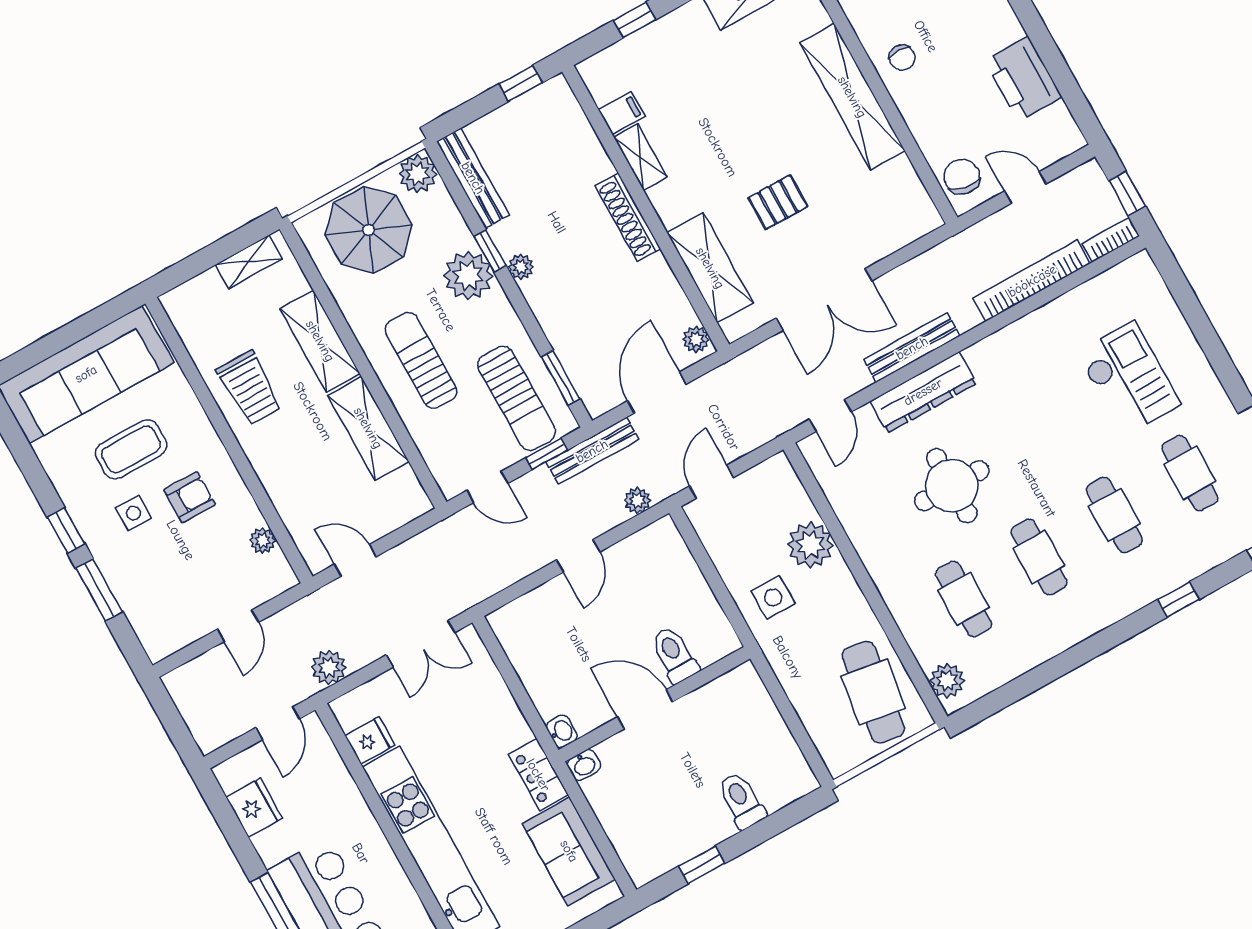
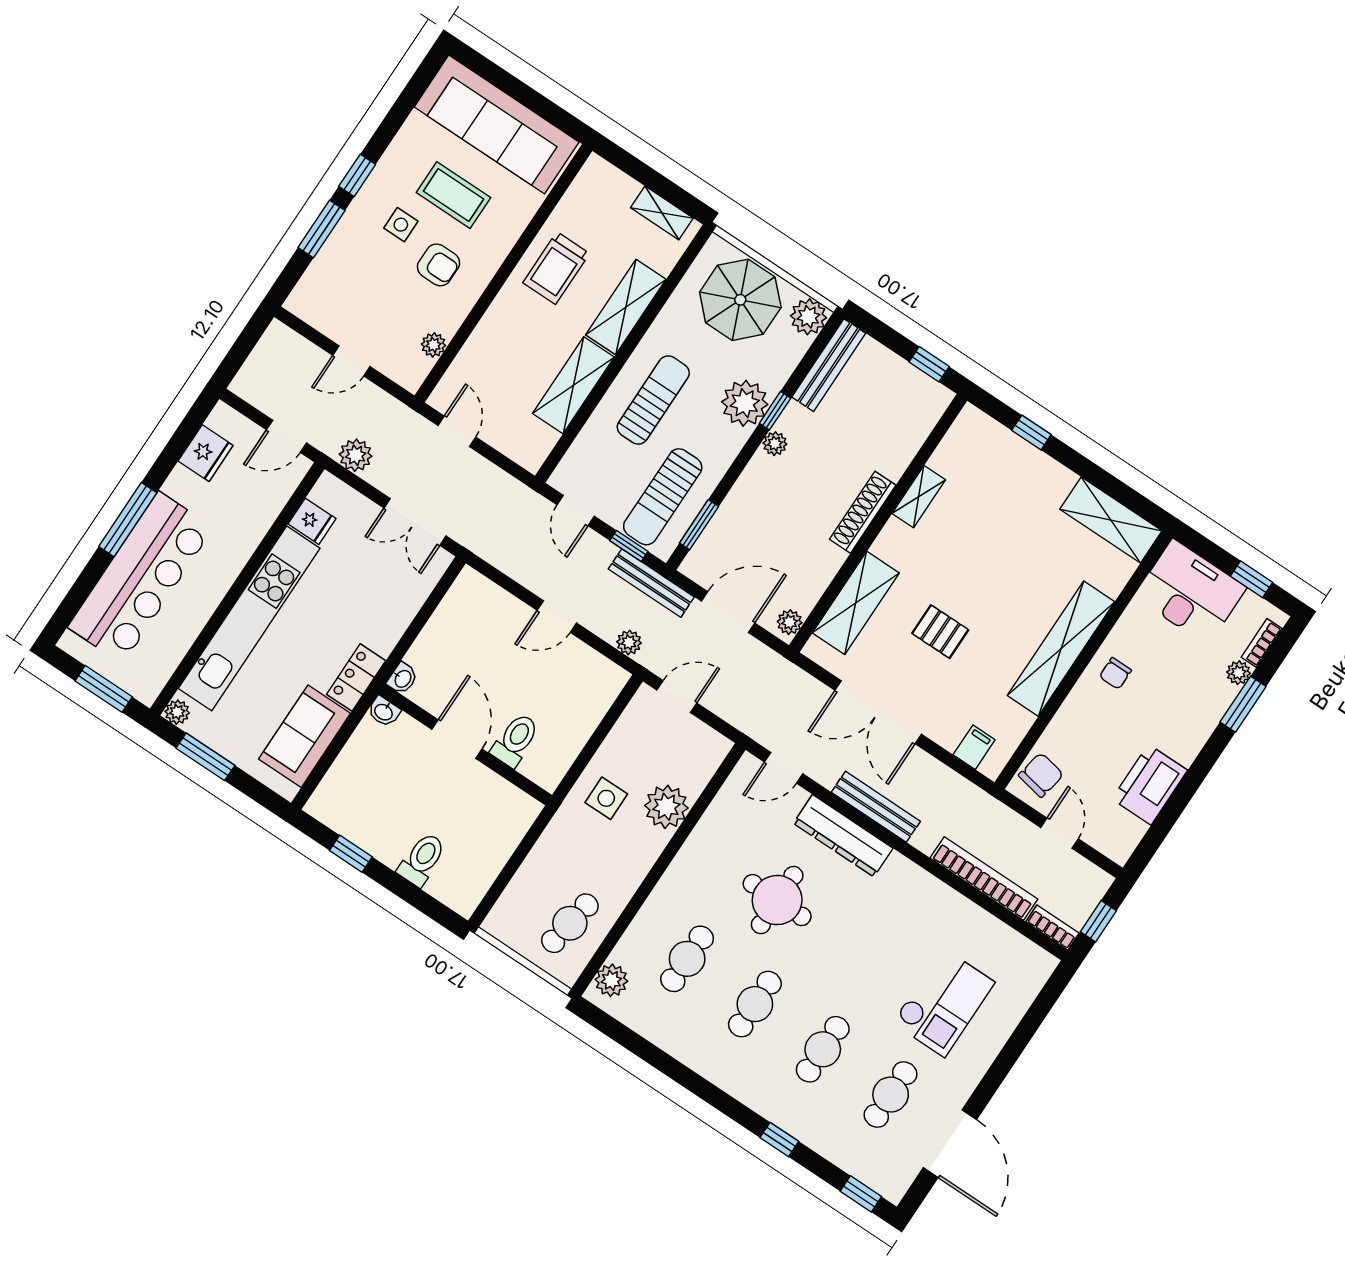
filing cabinet: (622, 113) -> (974, 747), moved, turned -90
cafe table: (873, 692) -> (570, 923), width x0.73, depth x0.74

